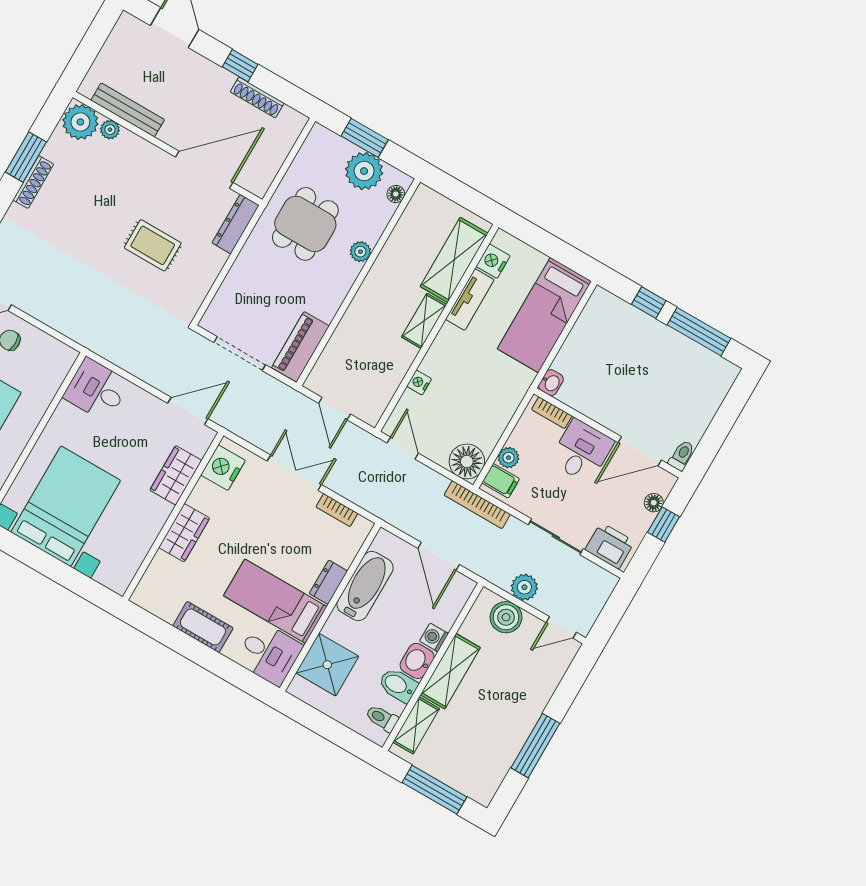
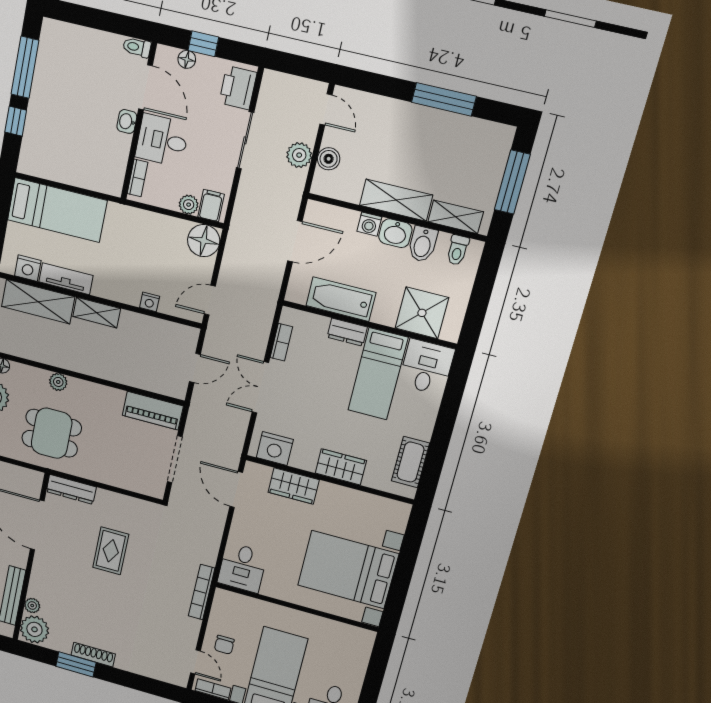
washbasin: (551, 383) -> (127, 121), moved, turned -90
bookcase: (477, 505) -> (202, 592), moved, turned 180
boiler: (506, 617) -> (329, 159), width x0.73, depth x0.73
cot: (203, 627) -> (410, 462), moved

